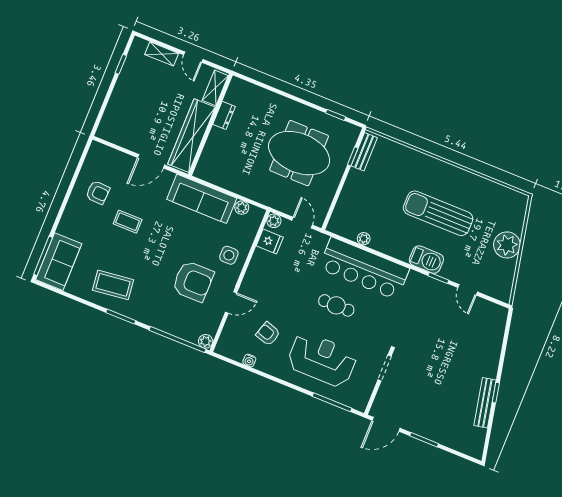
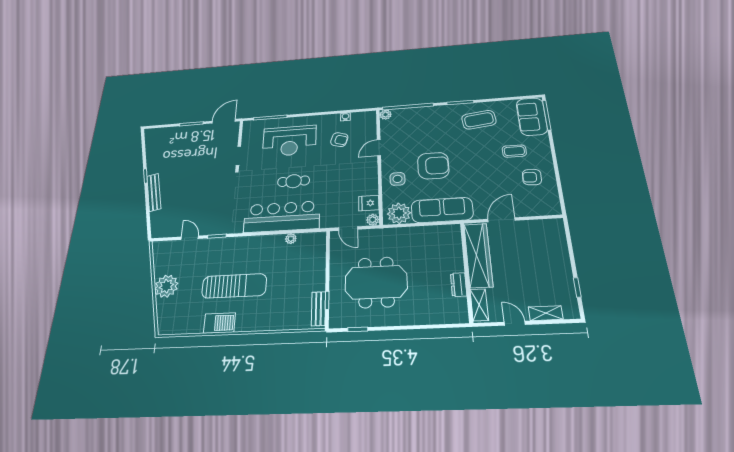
plant: (242, 208) -> (399, 213), width x1.87, depth x1.87
coffee table: (128, 222) -> (514, 151), moved
barbecue: (426, 260) -> (219, 323), moved, turned 180
armchair: (193, 281) -> (433, 166), moved, turned 180
bench: (485, 403) -> (154, 192), moved

